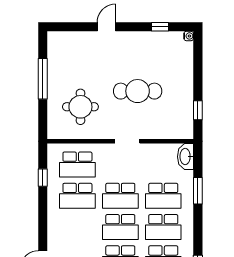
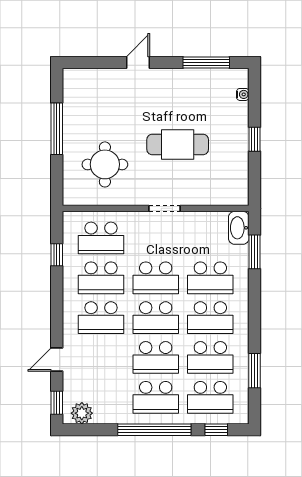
window: (160, 27) -> (206, 62), width x2.17
water cooler: (189, 36) -> (243, 94), moved
window: (198, 110) -> (255, 139), moved
window: (198, 191) -> (255, 252), moved
school desk: (77, 227) -> (101, 318), added

